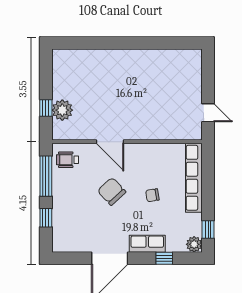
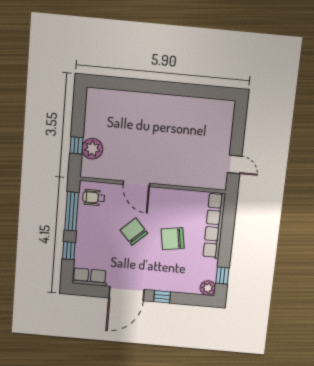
chair: (152, 195) -> (173, 239), width x1.87, depth x1.87
row of seats: (147, 244) -> (90, 277), moved
window: (164, 258) -> (162, 297), moved

